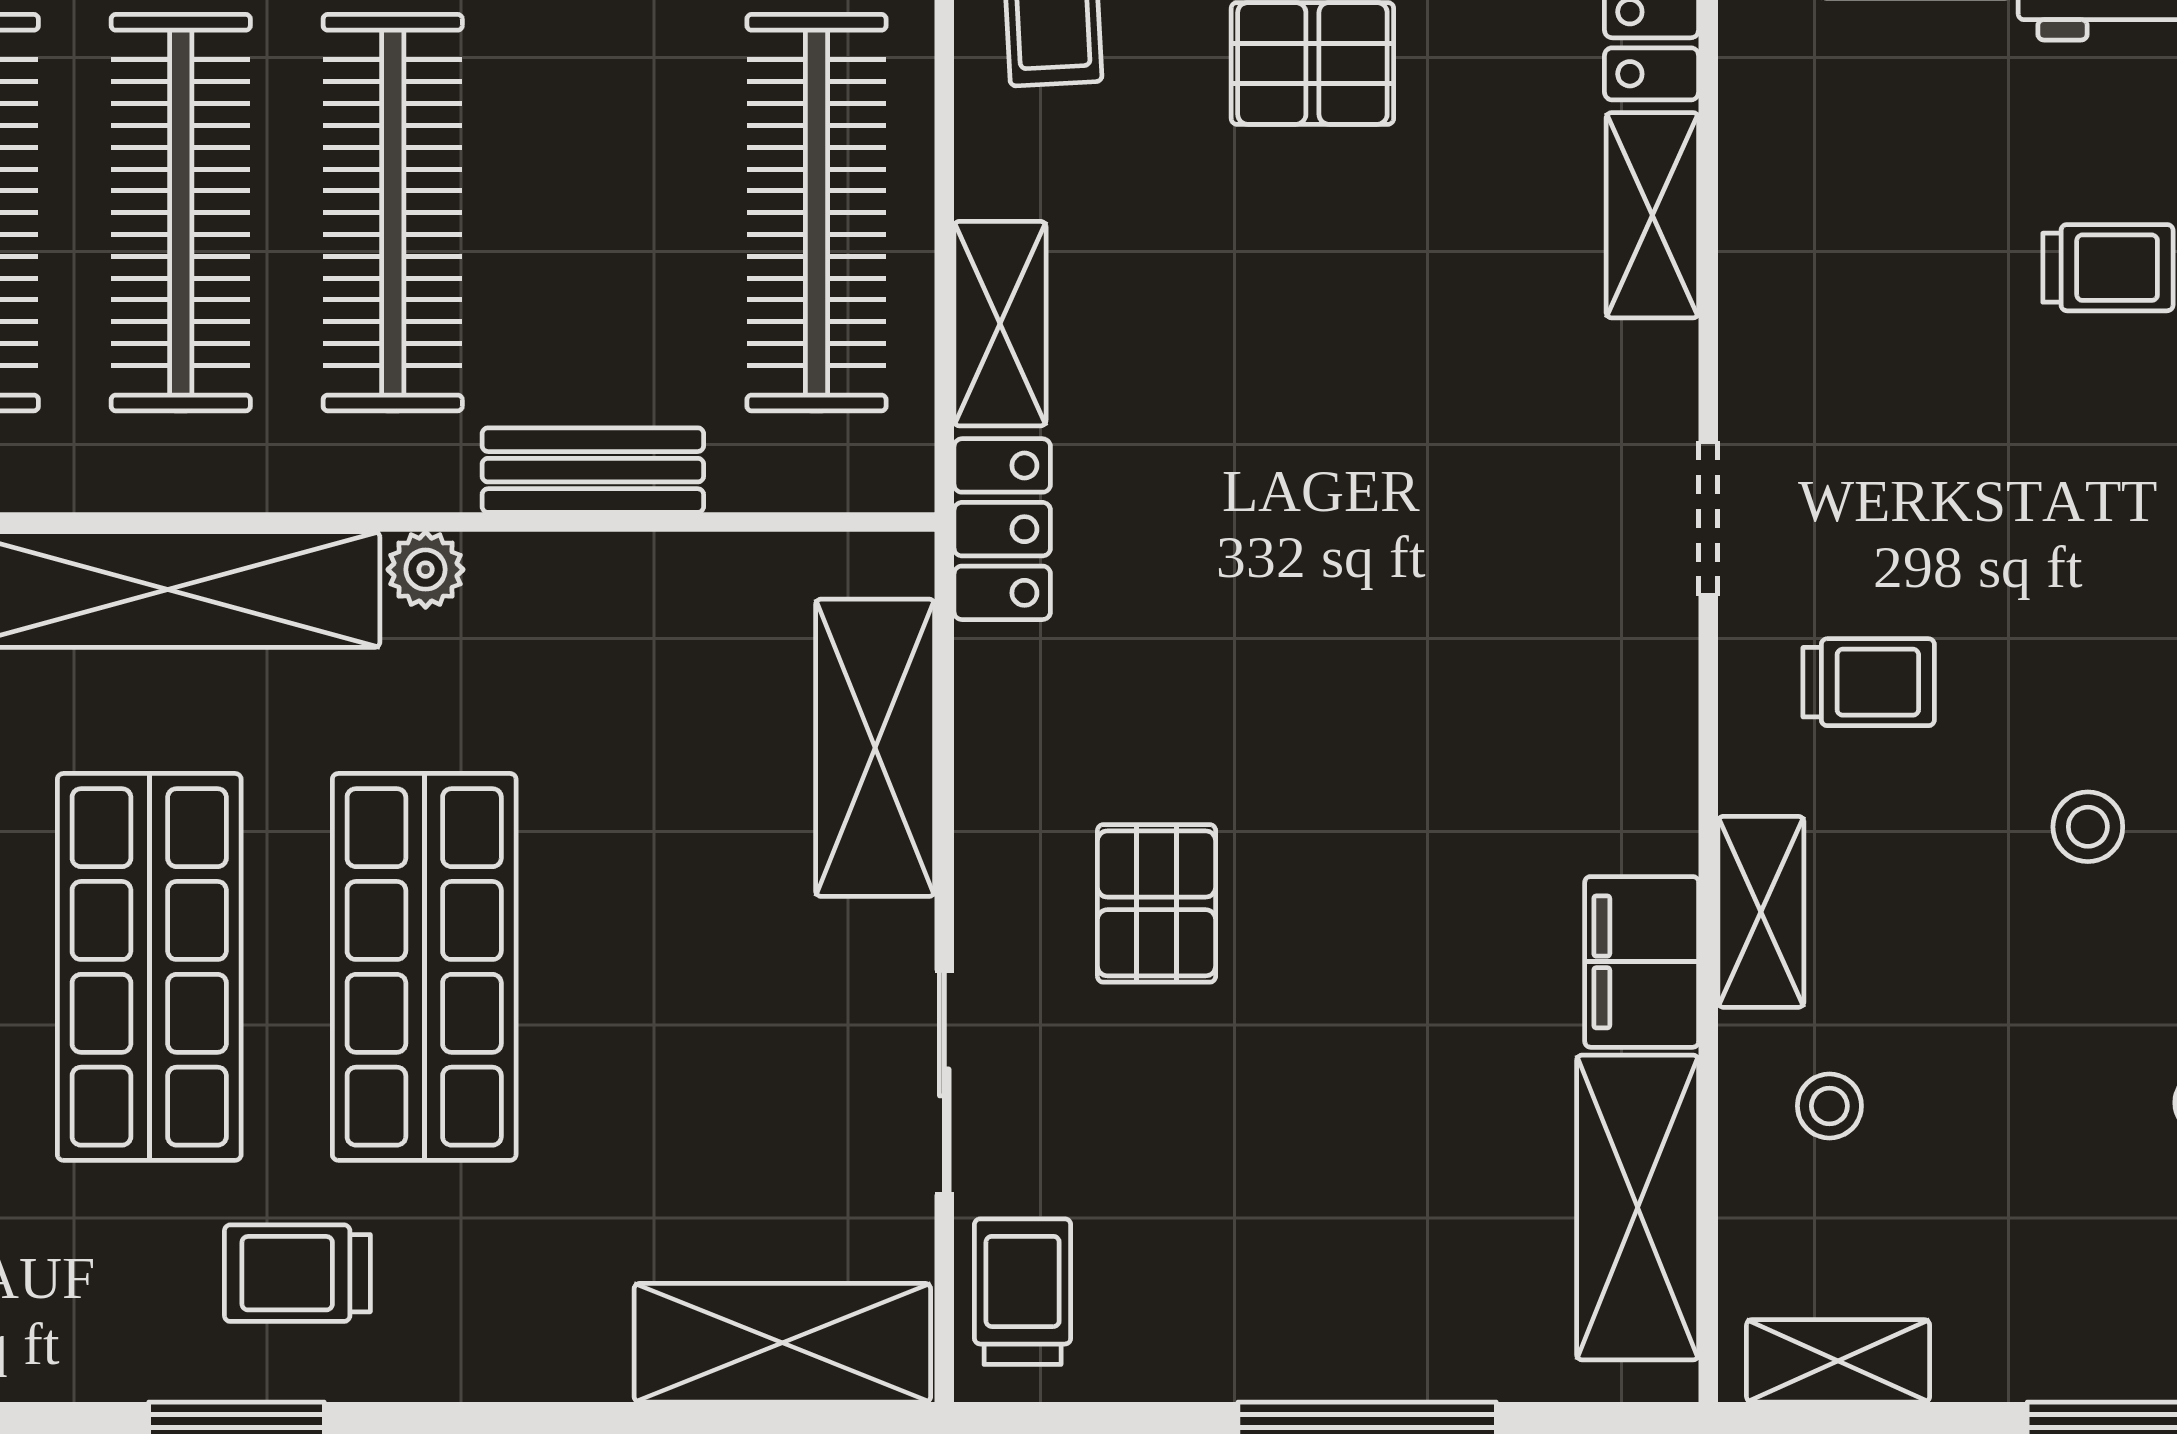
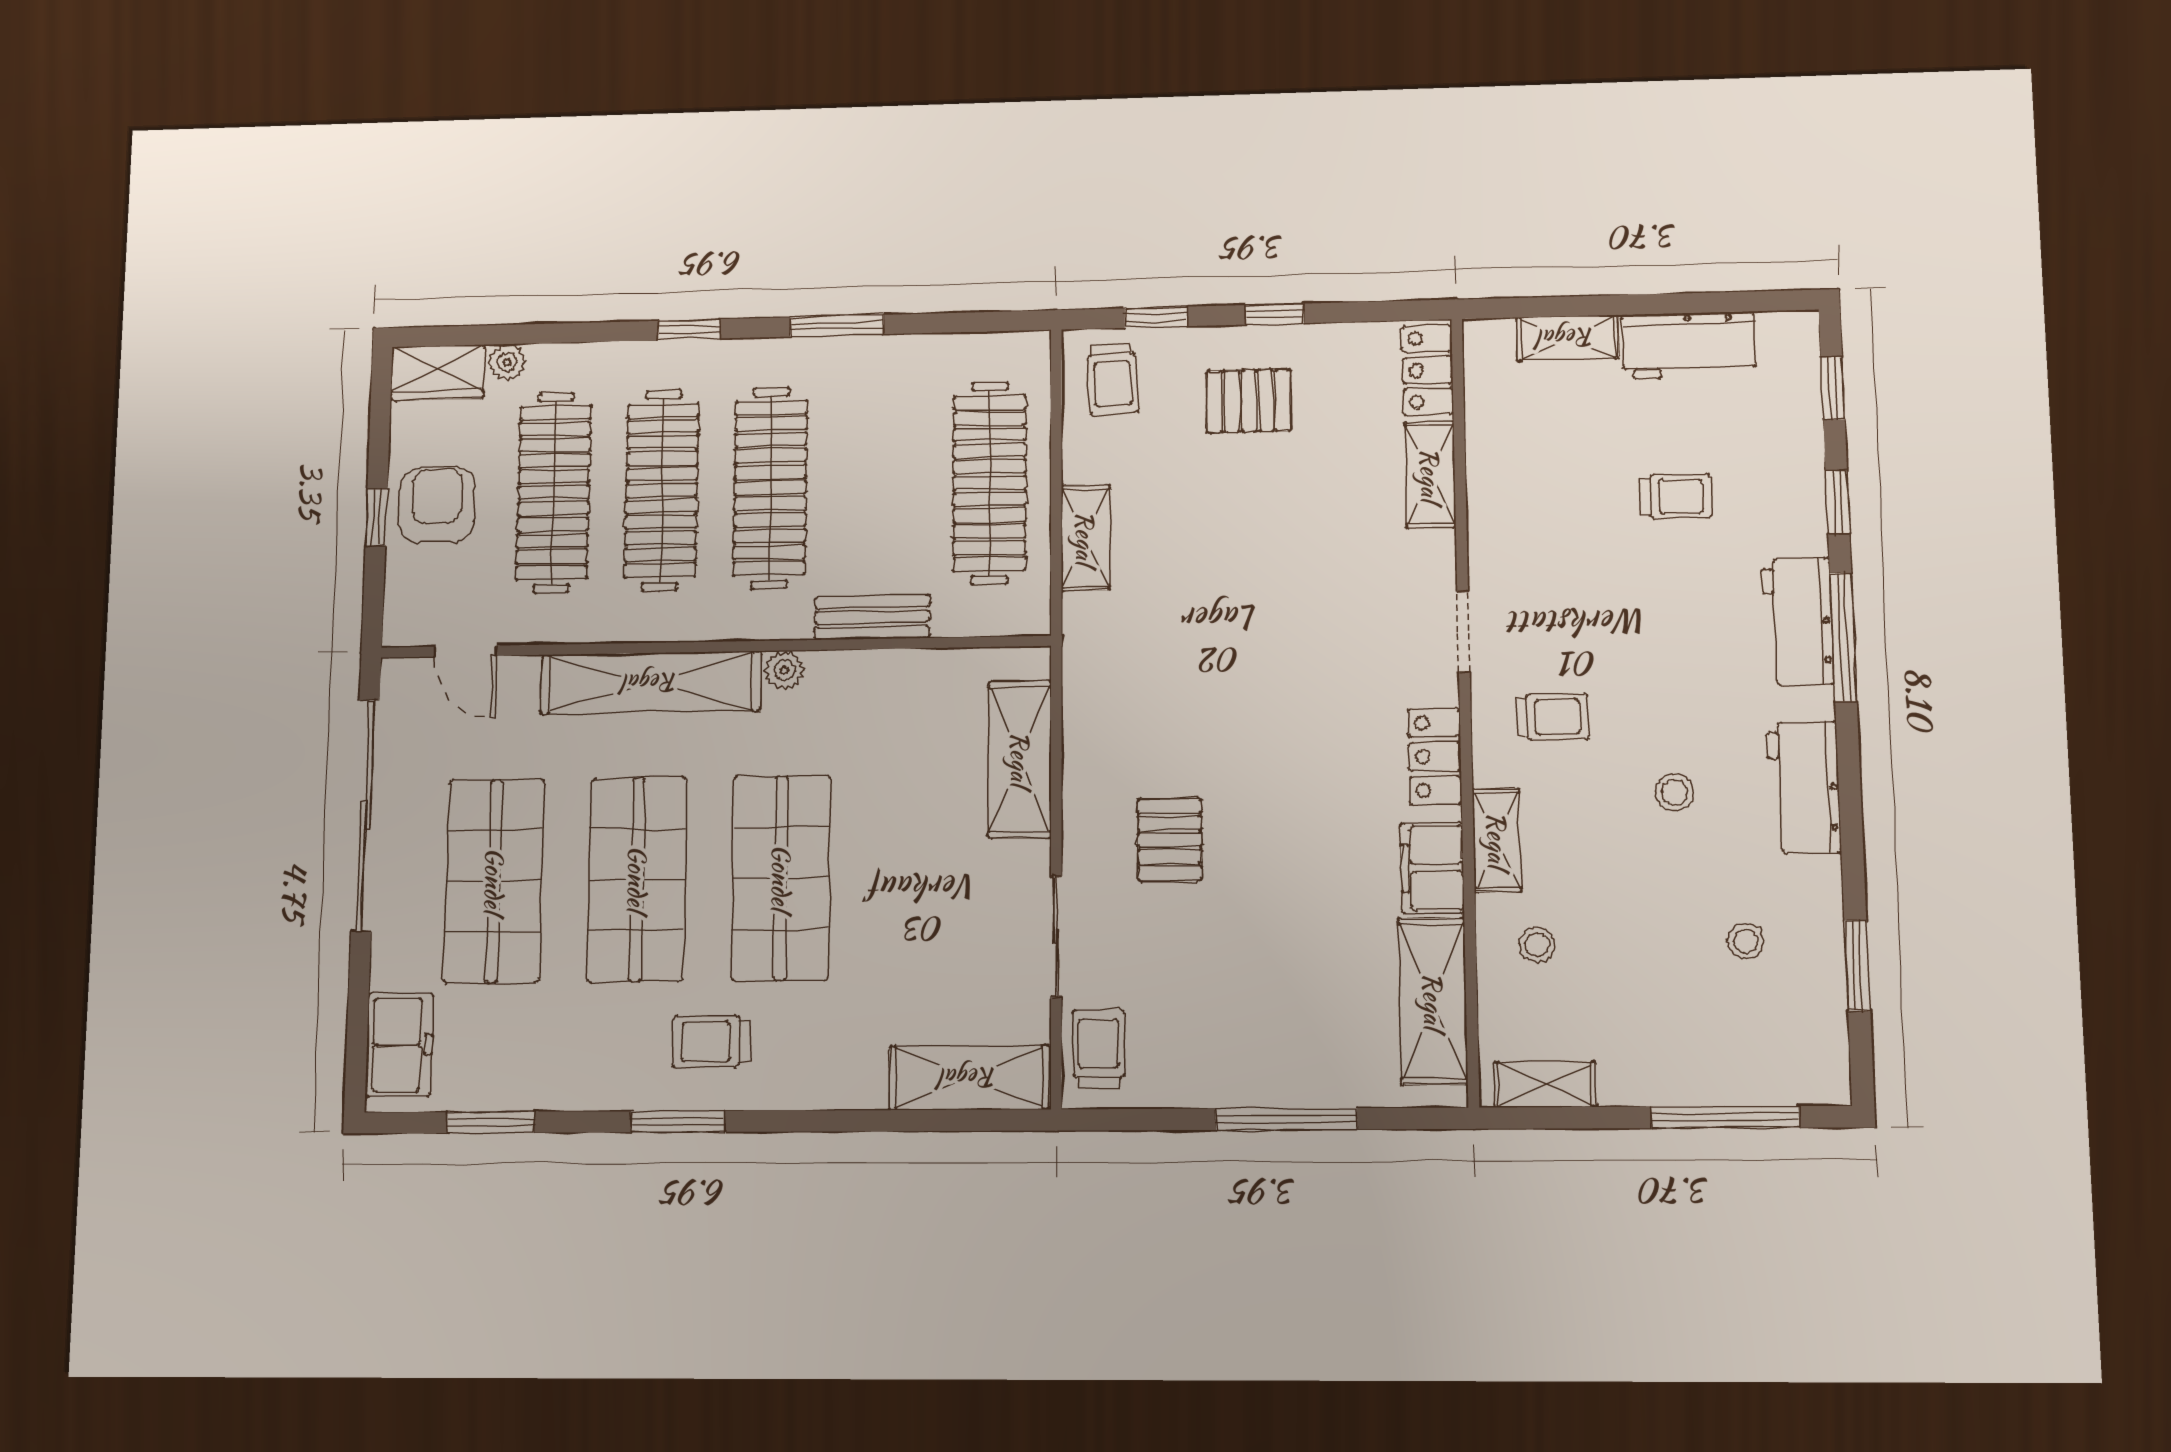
locker: (1002, 529) -> (1435, 756), moved, turned 180

